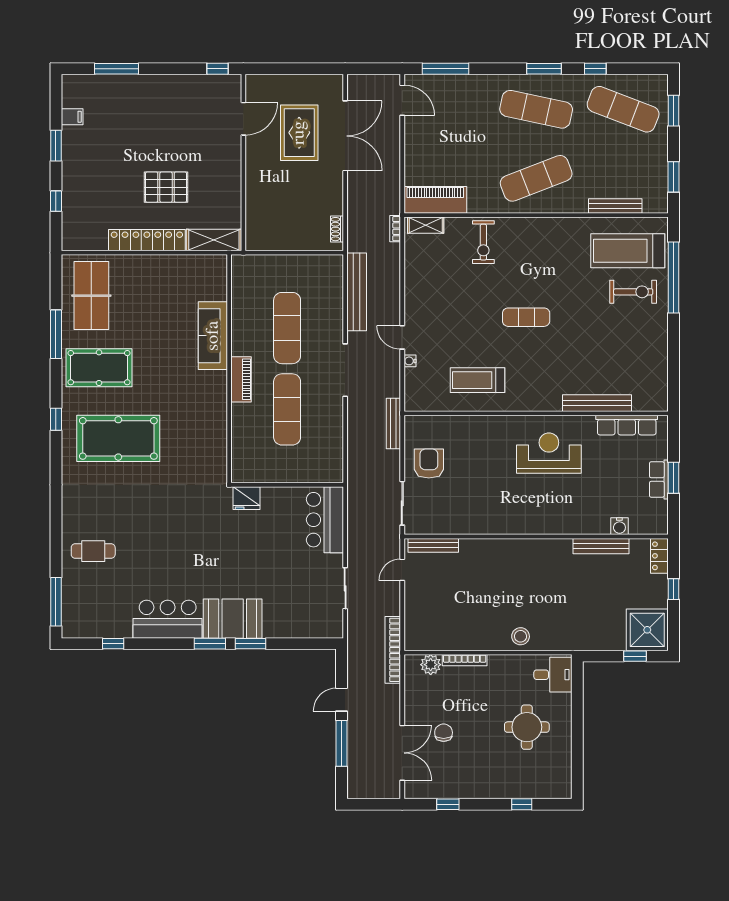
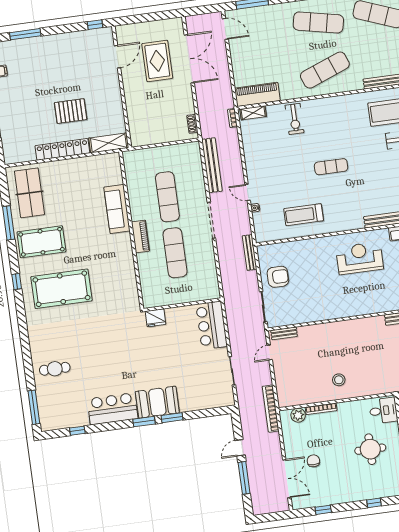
armchair: (429, 464) -> (278, 277), turned 90
bench: (433, 545) -> (284, 333), width x0.73
stool: (521, 636) -> (339, 380), moved

